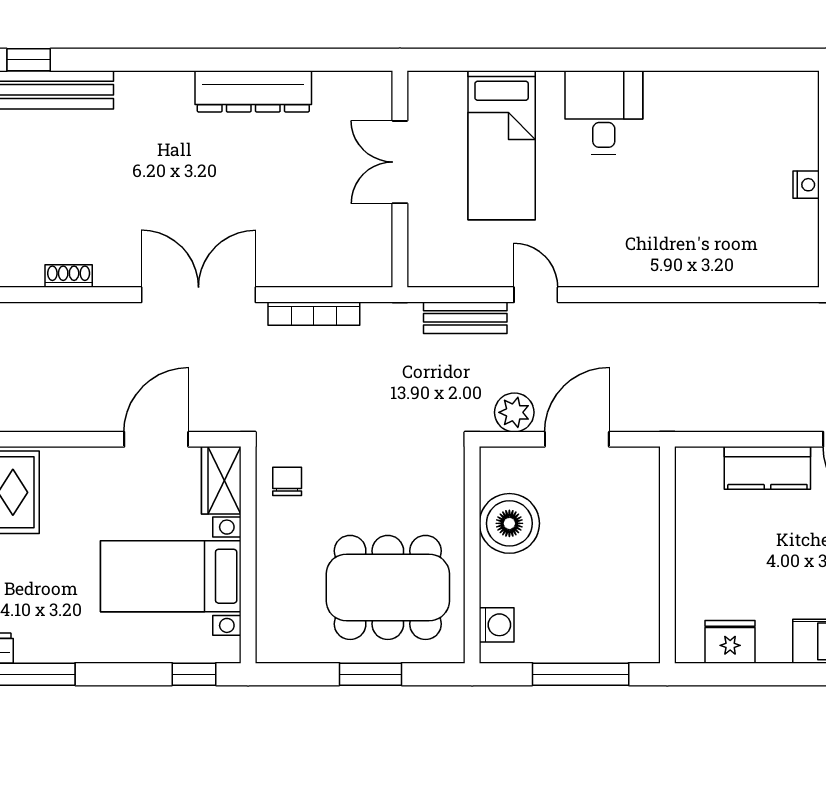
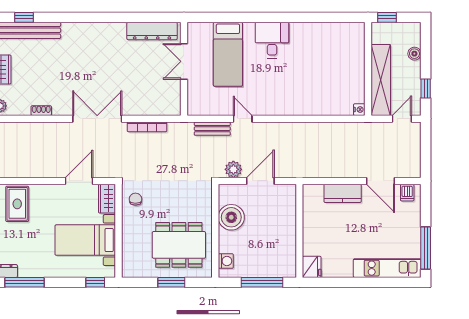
dresser: (253, 91) -> (152, 31), moved
nightstand: (806, 185) -> (359, 110), moved
fridge: (730, 642) -> (312, 267), moved, turned 90

